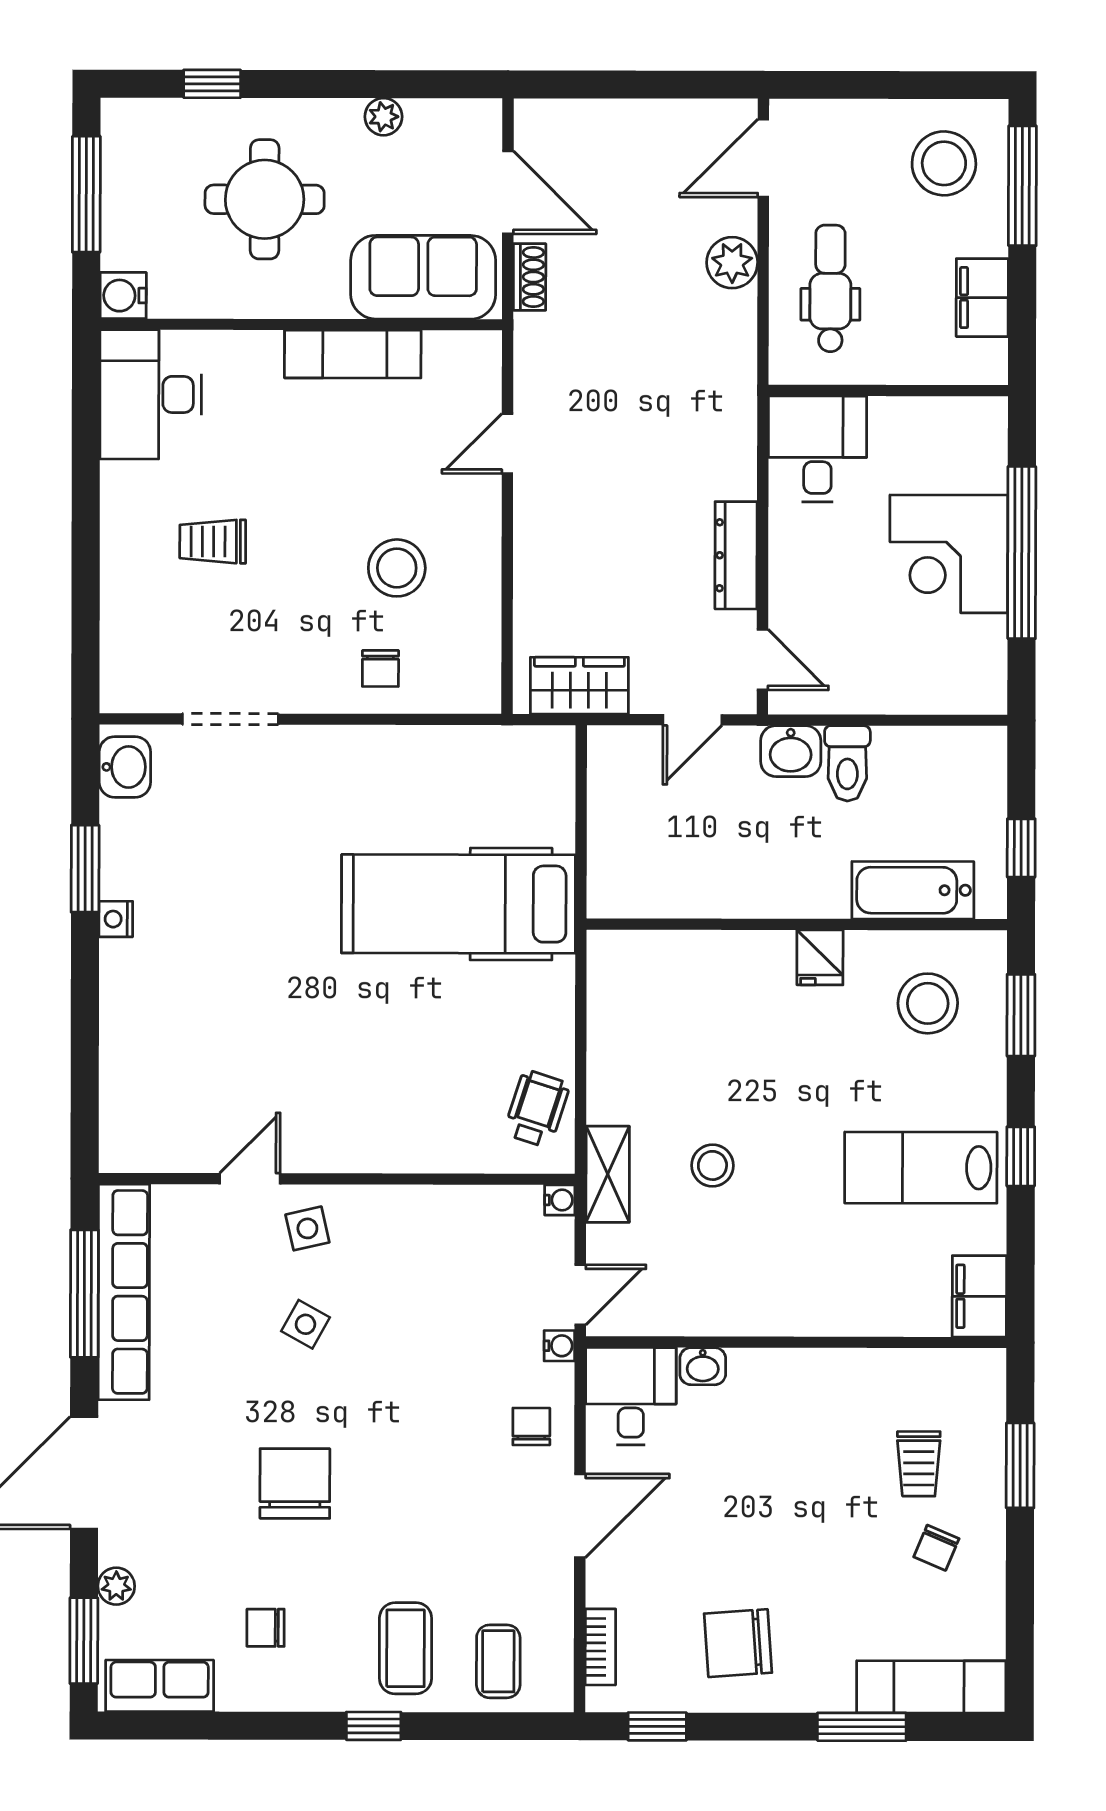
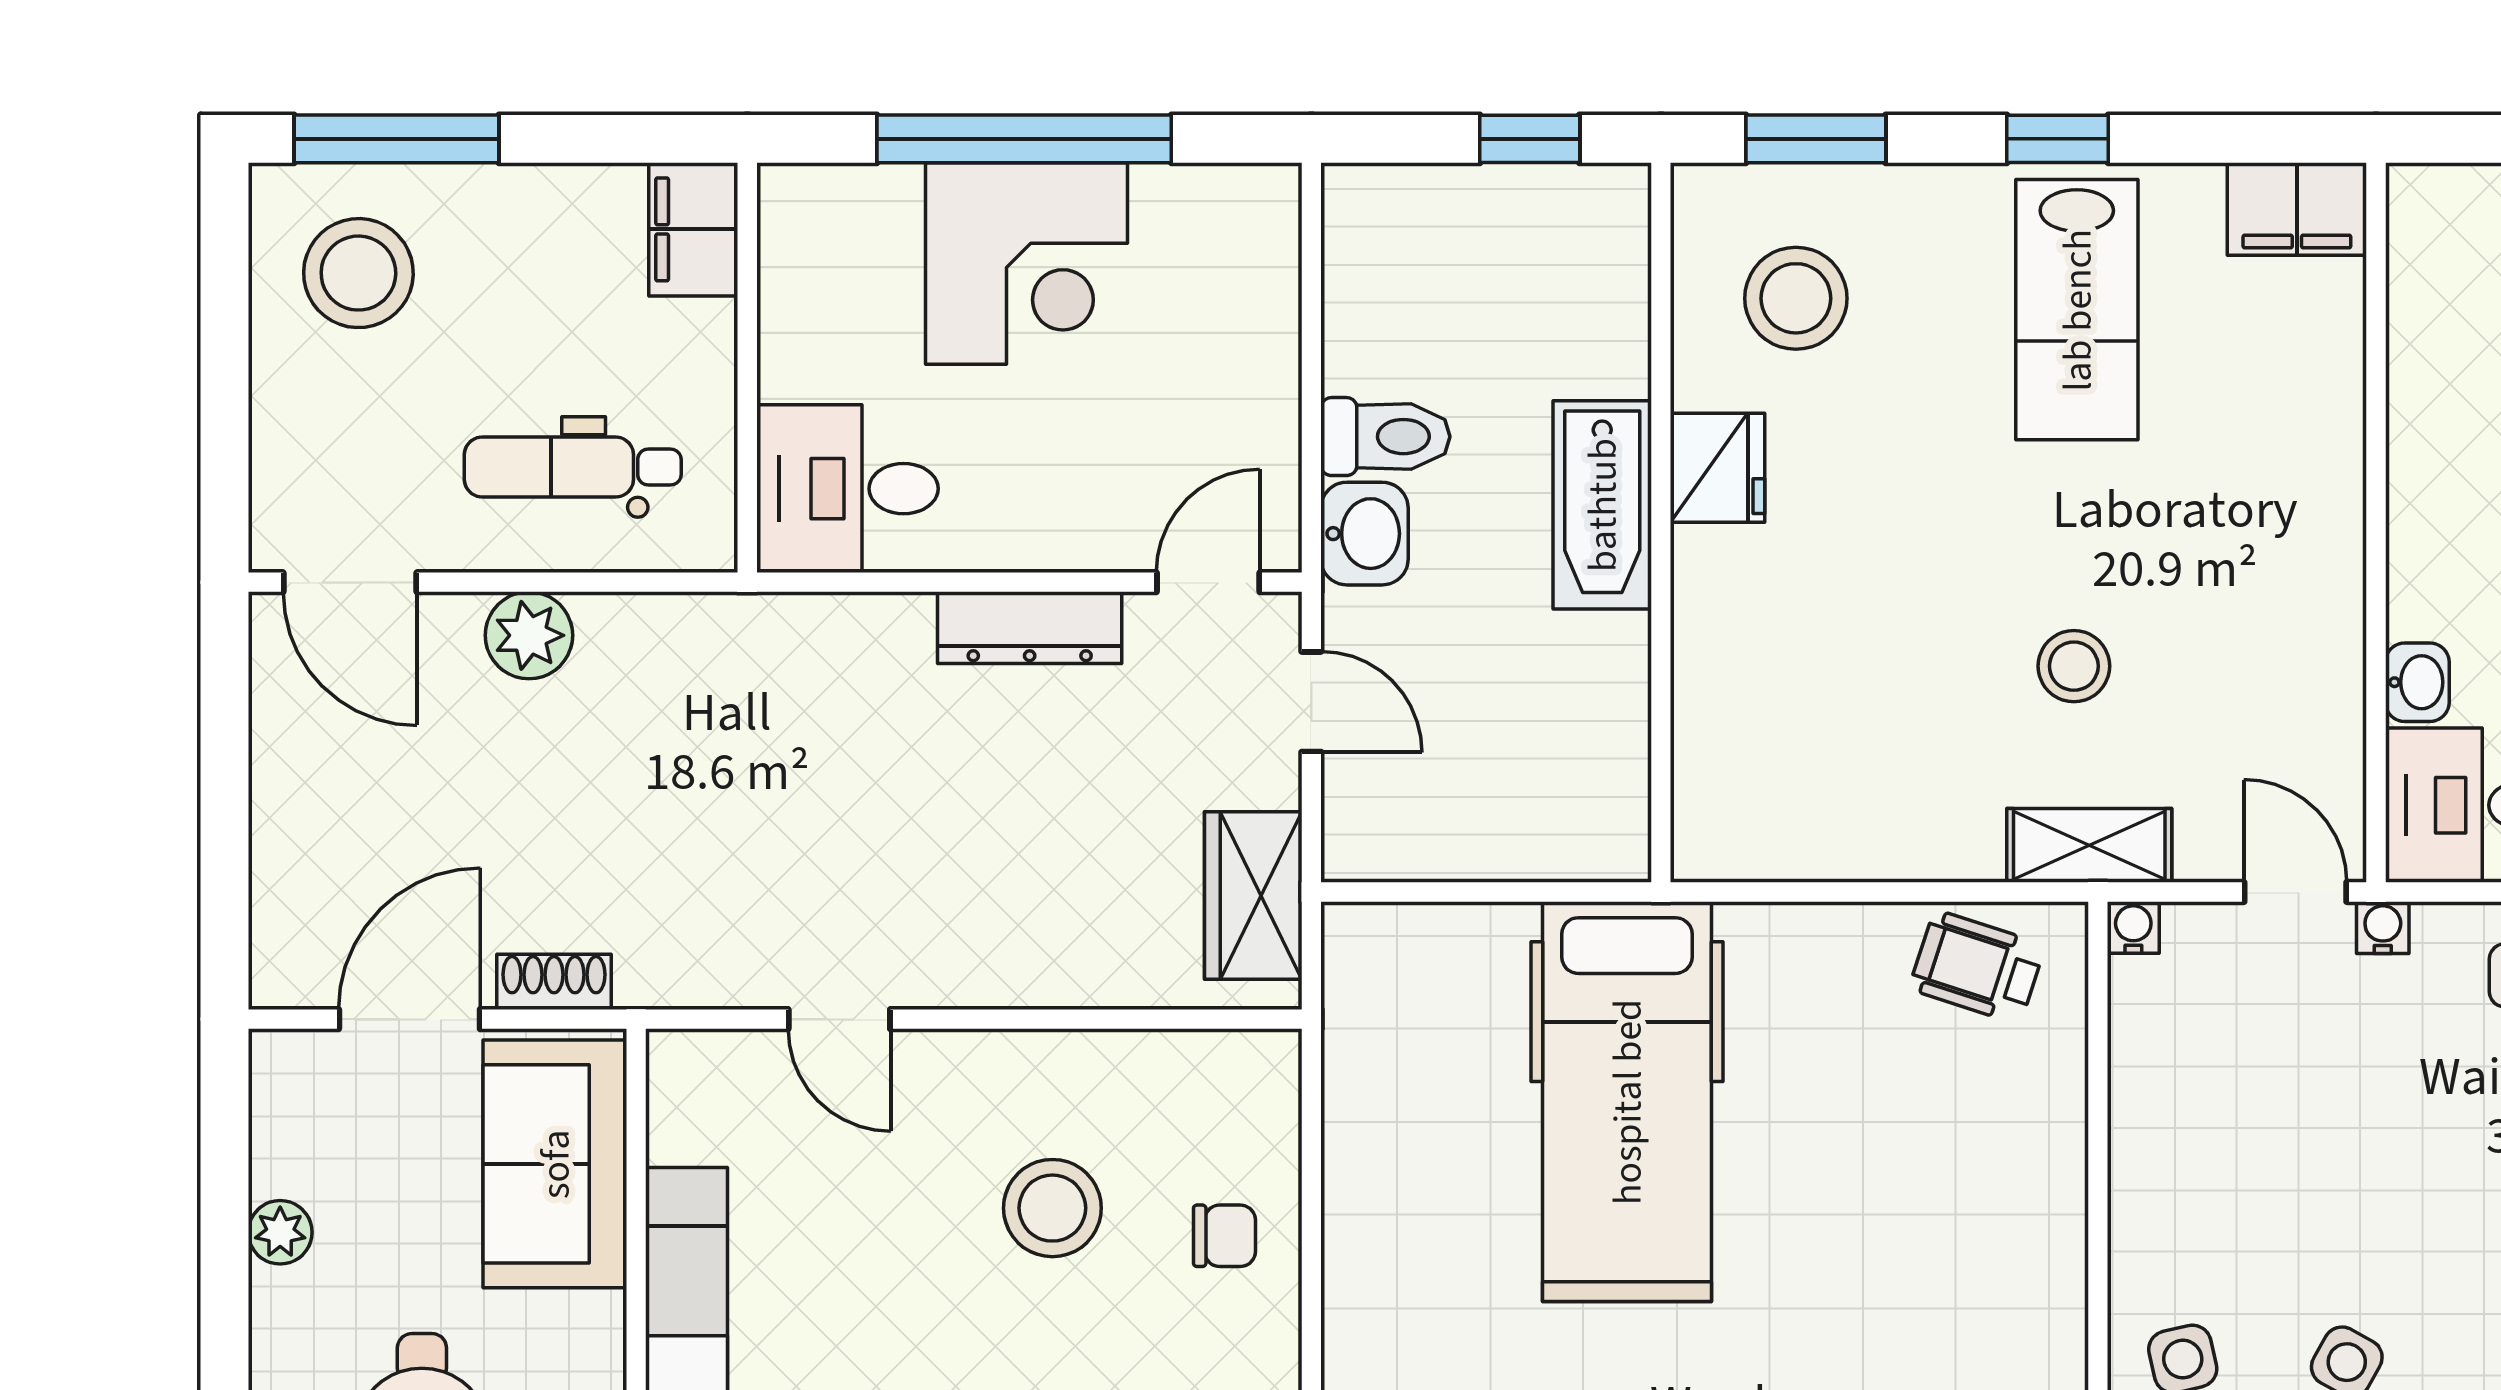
filing cabinet: (982, 298) -> (693, 229), moved, turned 90
bathtub: (913, 890) -> (1602, 505), moved
fridge: (820, 957) -> (1718, 468), width x1.38

